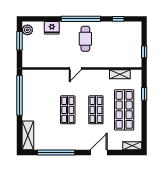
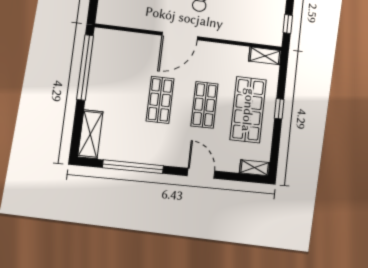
door: (75, 69) -> (180, 36), width x1.88
shelving: (120, 74) -> (265, 56), moved
window: (144, 94) -> (279, 109), moved
door: (99, 153) -> (201, 173), hinge flipped

